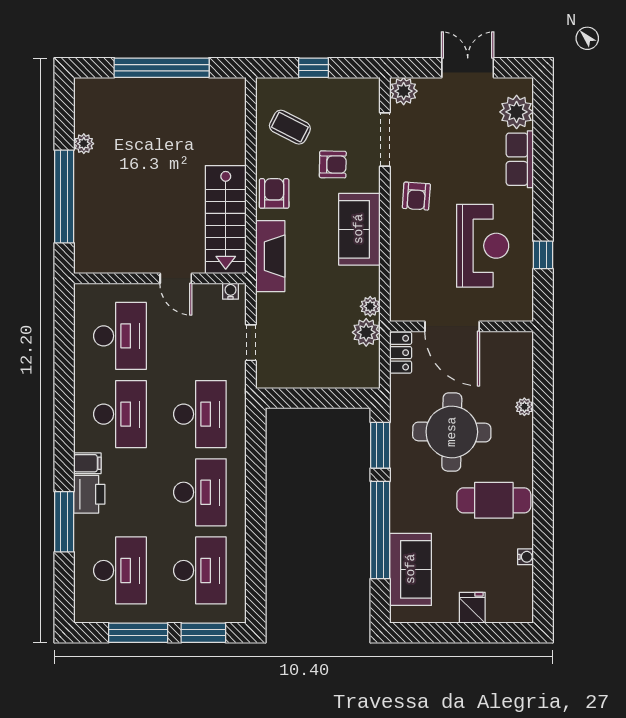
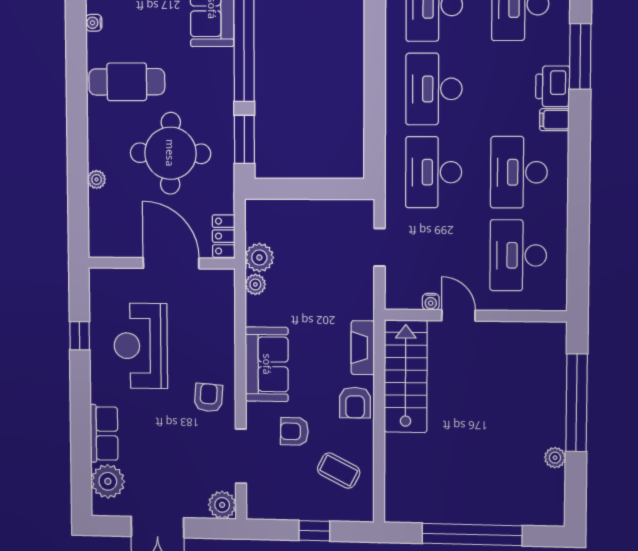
fireplace: (270, 256) -> (363, 348), width x0.73, depth x0.76
water cooler: (230, 291) -> (431, 302), moved

